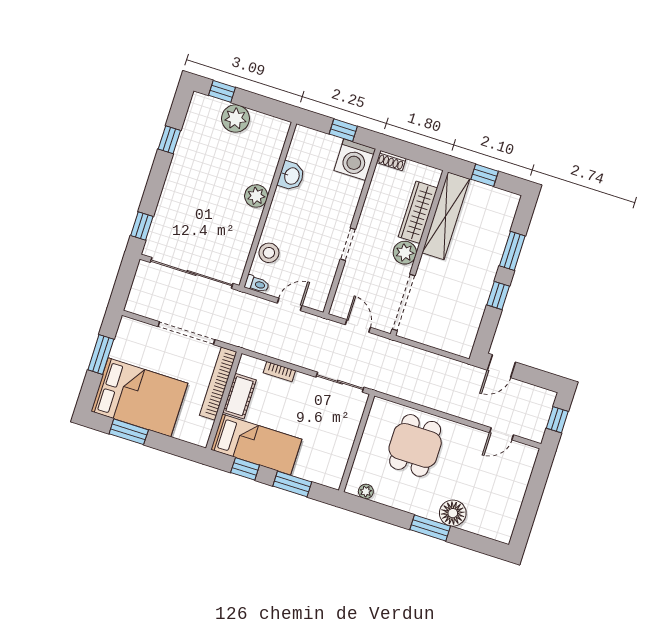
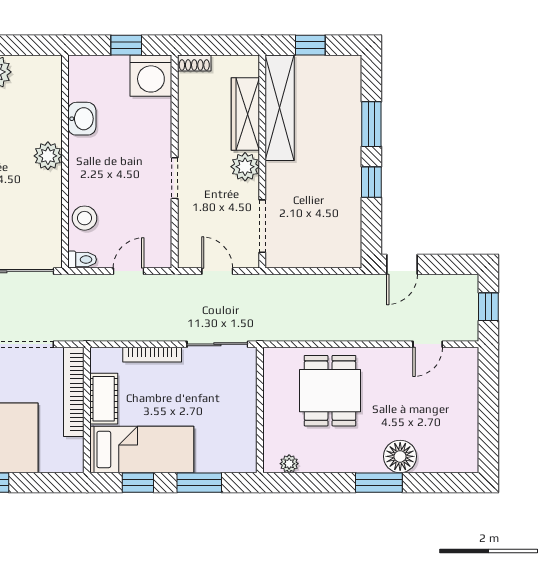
doorway: (403, 302) -> (262, 226), width x0.73
bookcase: (279, 372) -> (152, 355), width x1.56

